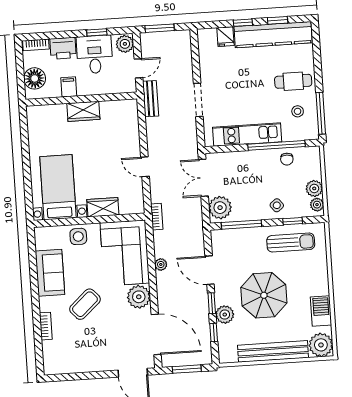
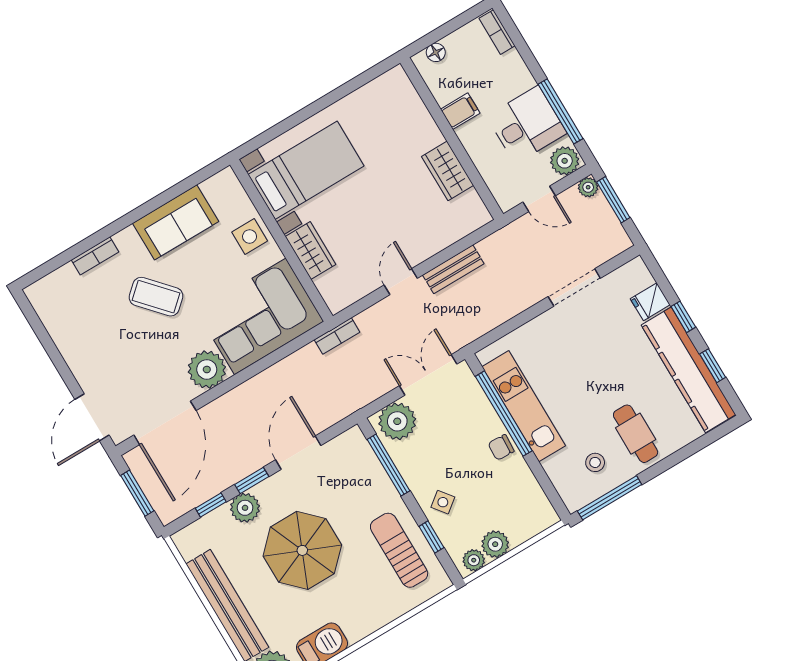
window: (97, 32) -> (560, 111), width x2.17
printer: (63, 48) -> (512, 74), removed
floor lamp: (35, 78) -> (436, 52), width x0.53, depth x0.53
bench: (151, 99) -> (453, 269), moved
doorway: (198, 100) -> (574, 287), moved
wardrobe: (83, 111) -> (448, 171), moved
window: (277, 145) -> (504, 414), moved
chair: (287, 159) -> (501, 447), moved
sun lounger: (291, 243) -> (399, 550), turned 180
plant: (161, 264) -> (588, 187), moved

